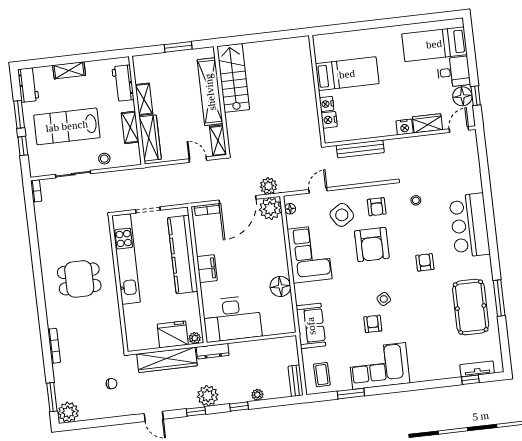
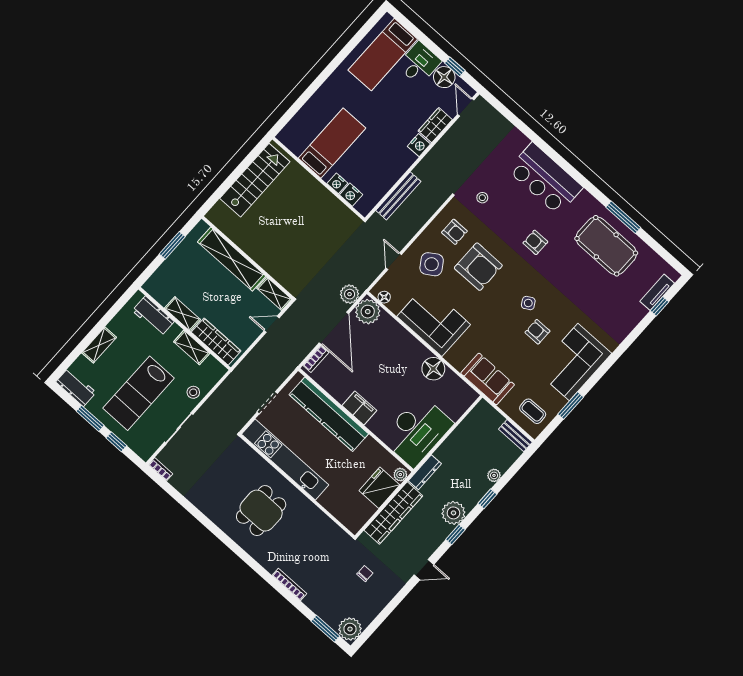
stairs: (233, 78) -> (255, 180), moved, turned 90

